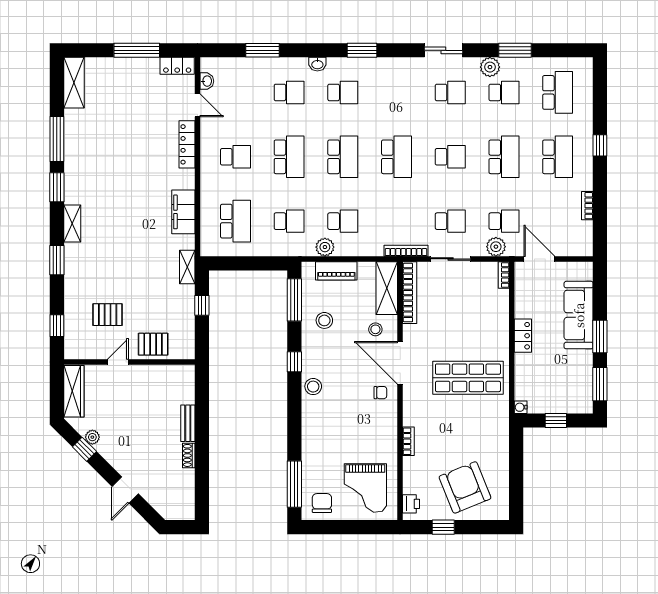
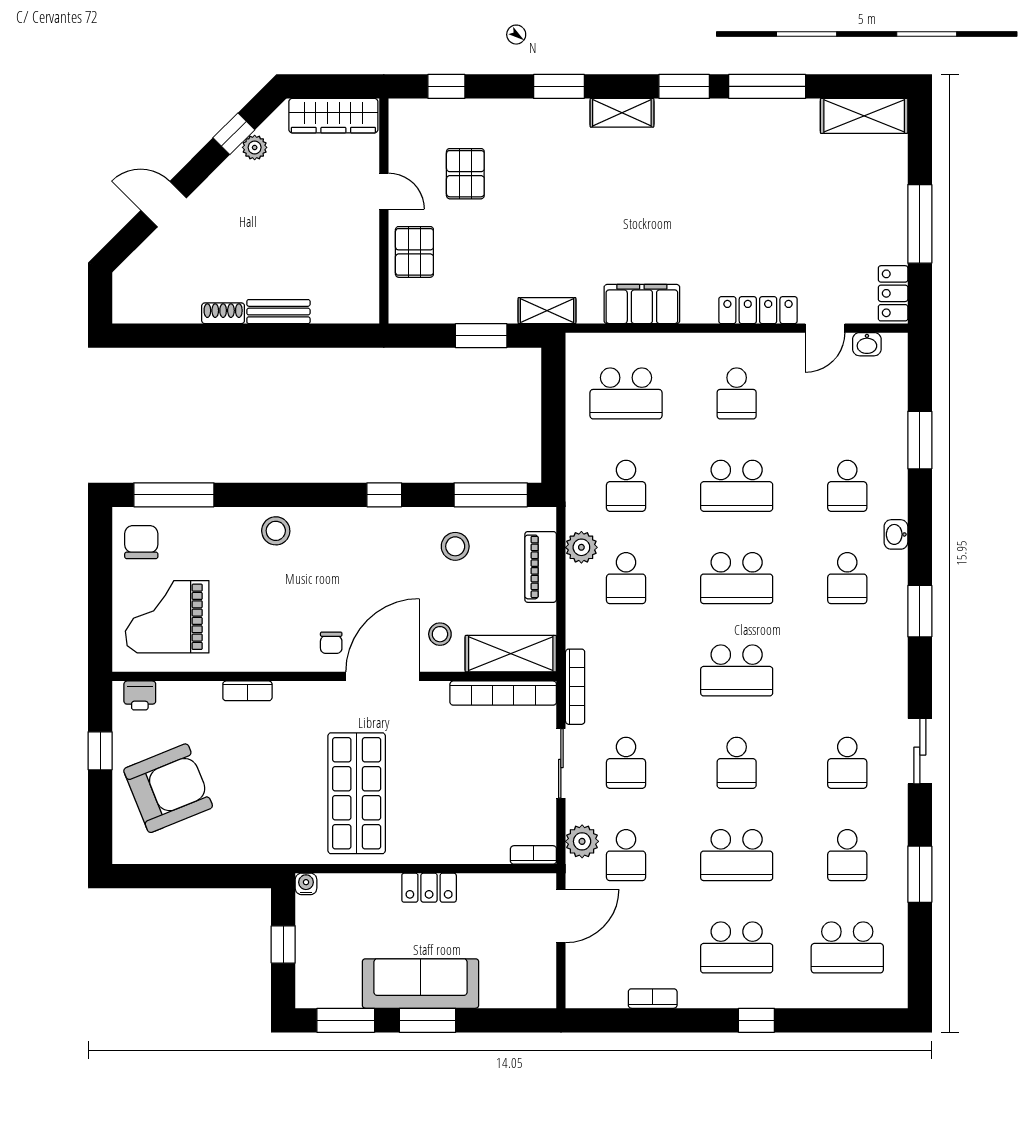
plant: (490, 67) -> (891, 831), removed
window: (202, 305) -> (481, 336), width x1.50
sofa: (579, 315) -> (421, 984), moved
stool: (313, 387) -> (276, 531), moved
chair: (322, 503) -> (141, 542), turned -90

